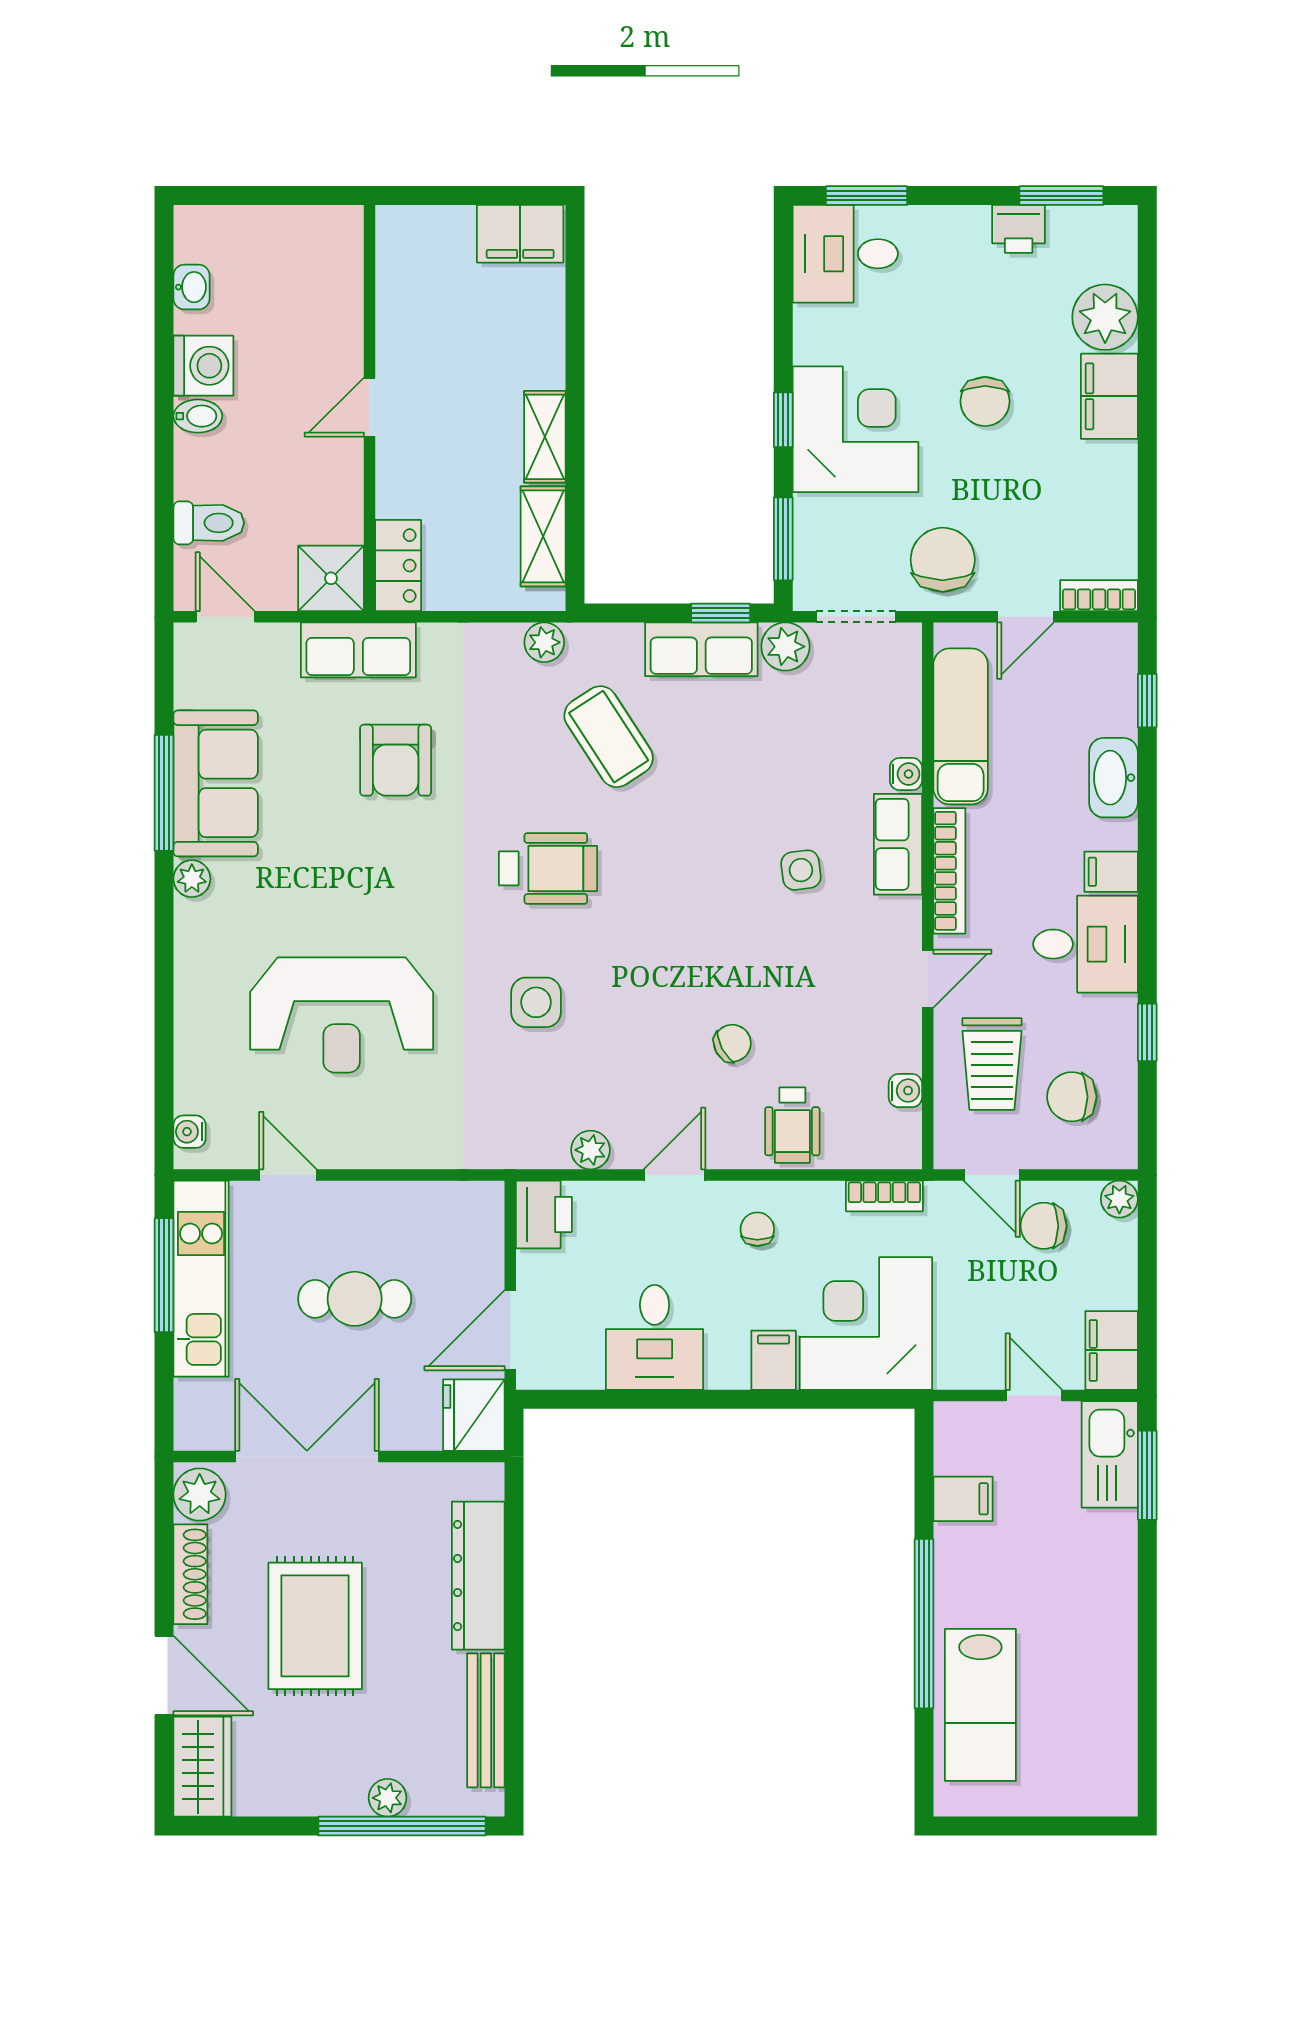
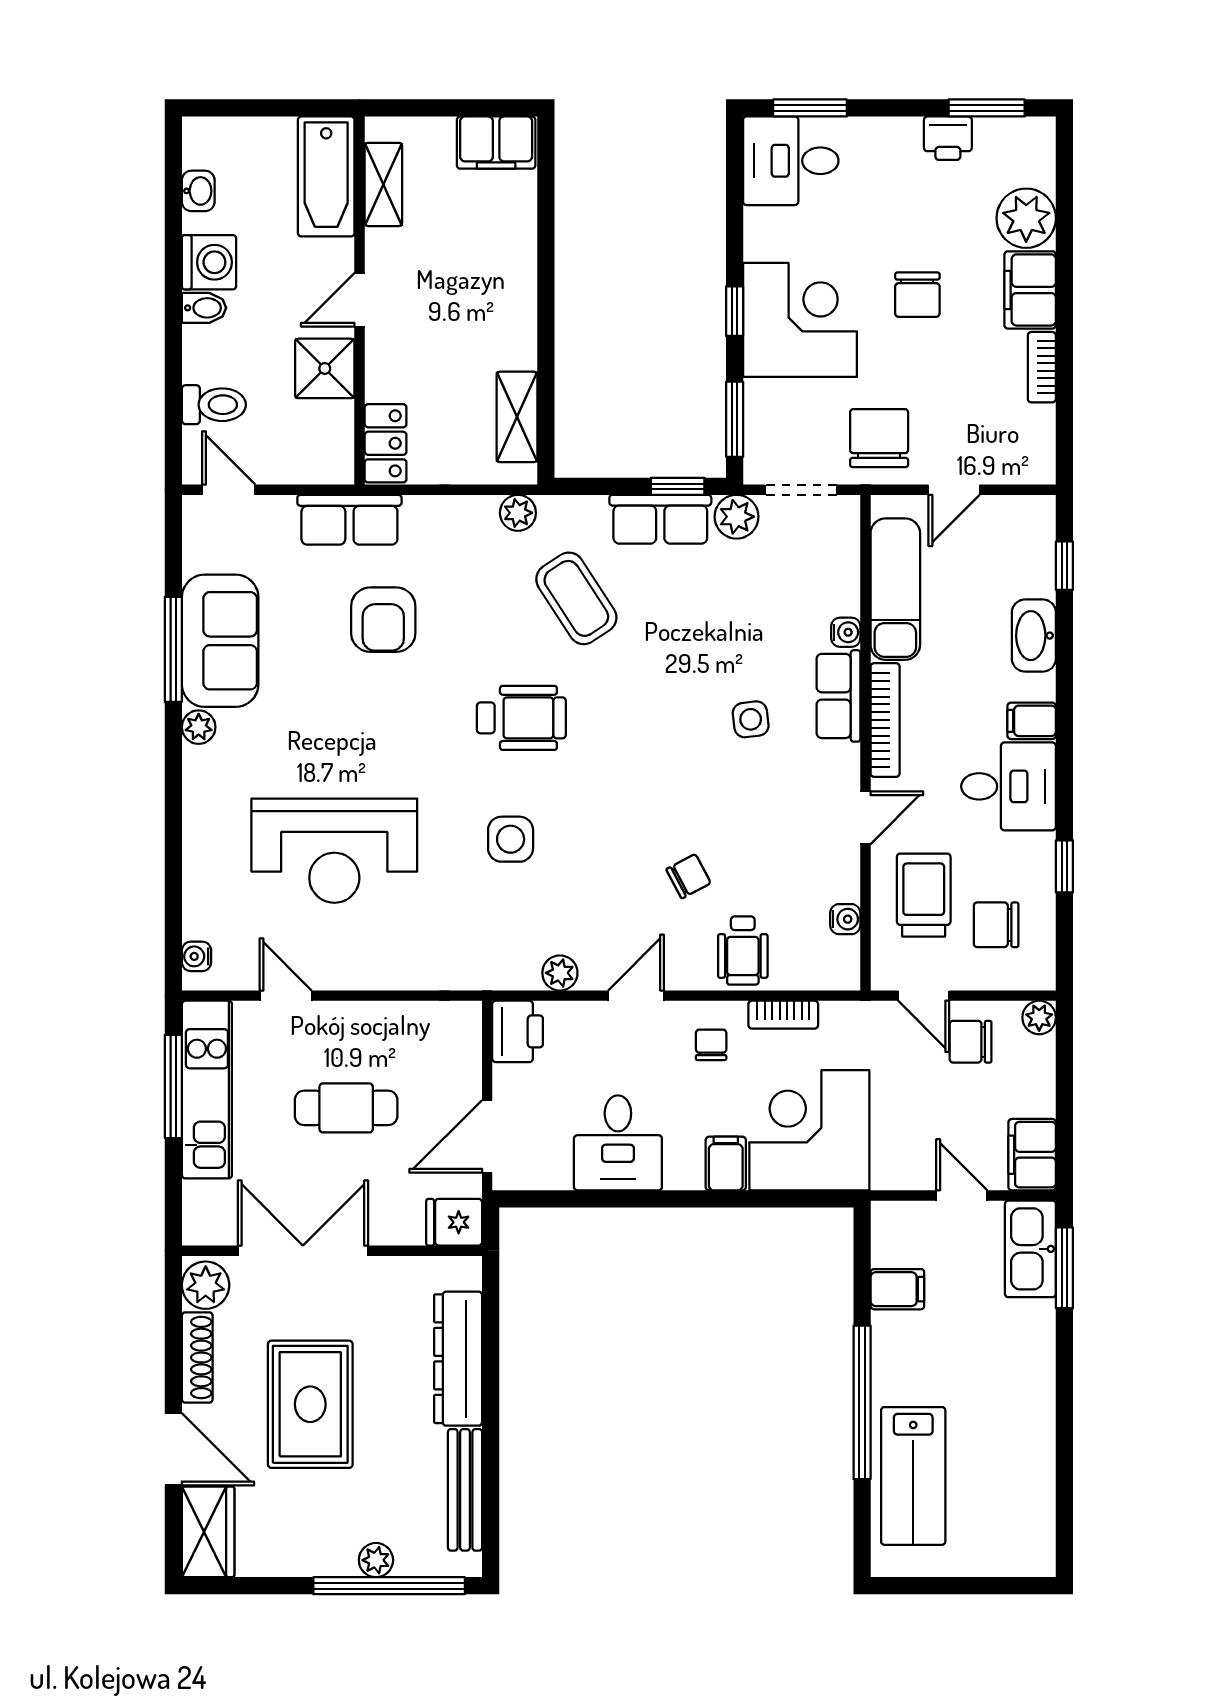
bathtub: (333, 271) -> (326, 176), added
shelving: (545, 437) -> (383, 184), moved
shower: (331, 578) -> (325, 368), moved
bookcase: (1099, 596) -> (1042, 367), moved, turned -90
trolley: (992, 1064) -> (924, 895), turned 180
bookcase: (884, 1196) -> (783, 1015), moved
fridge: (474, 1415) -> (454, 1222), width x0.72

